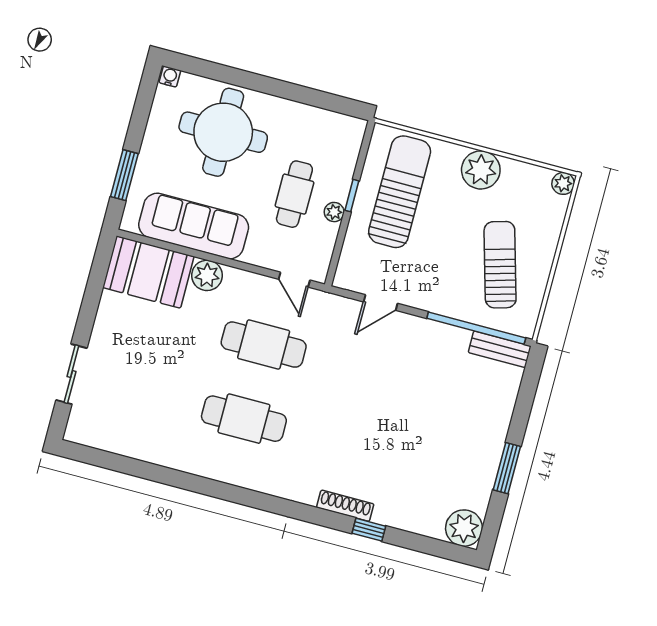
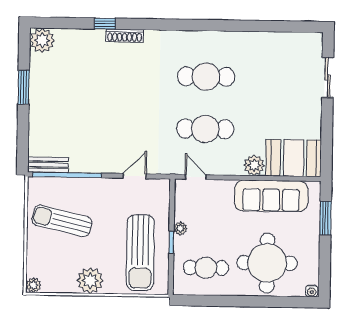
cafe table: (294, 194) -> (206, 268), moved, turned 90
sun lounger: (500, 265) -> (62, 221), turned 119

